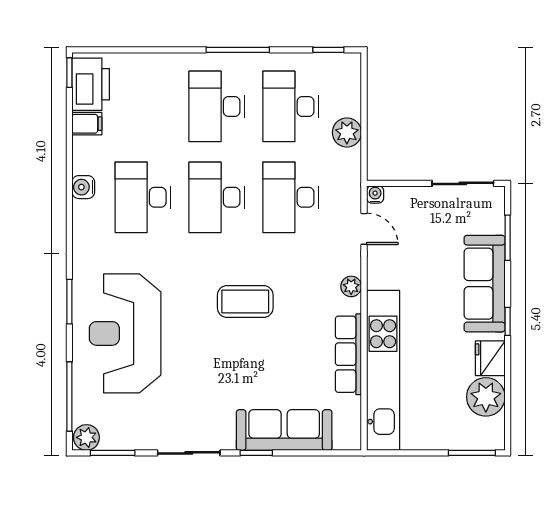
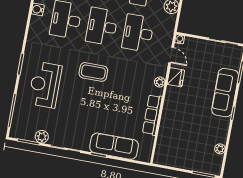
coffee table: (245, 301) -> (93, 72), moved
reception desk: (125, 333) -> (45, 85), width x0.74, depth x0.77
fridge: (490, 358) -> (176, 77), moved, turned 180
kitchen unit: (383, 370) -> (168, 126), removed
plant: (486, 397) -> (220, 149), width x0.53, depth x0.53
plant: (86, 437) -> (42, 137), moved

